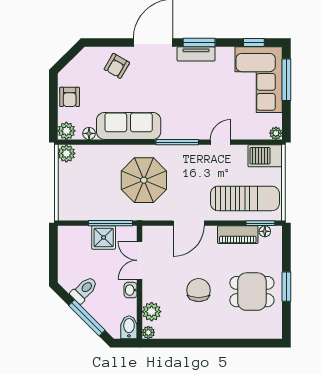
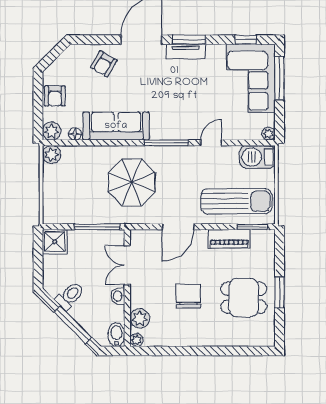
floor lamp: (265, 231) -> (257, 235), removed
shower: (104, 237) -> (55, 242), moved

